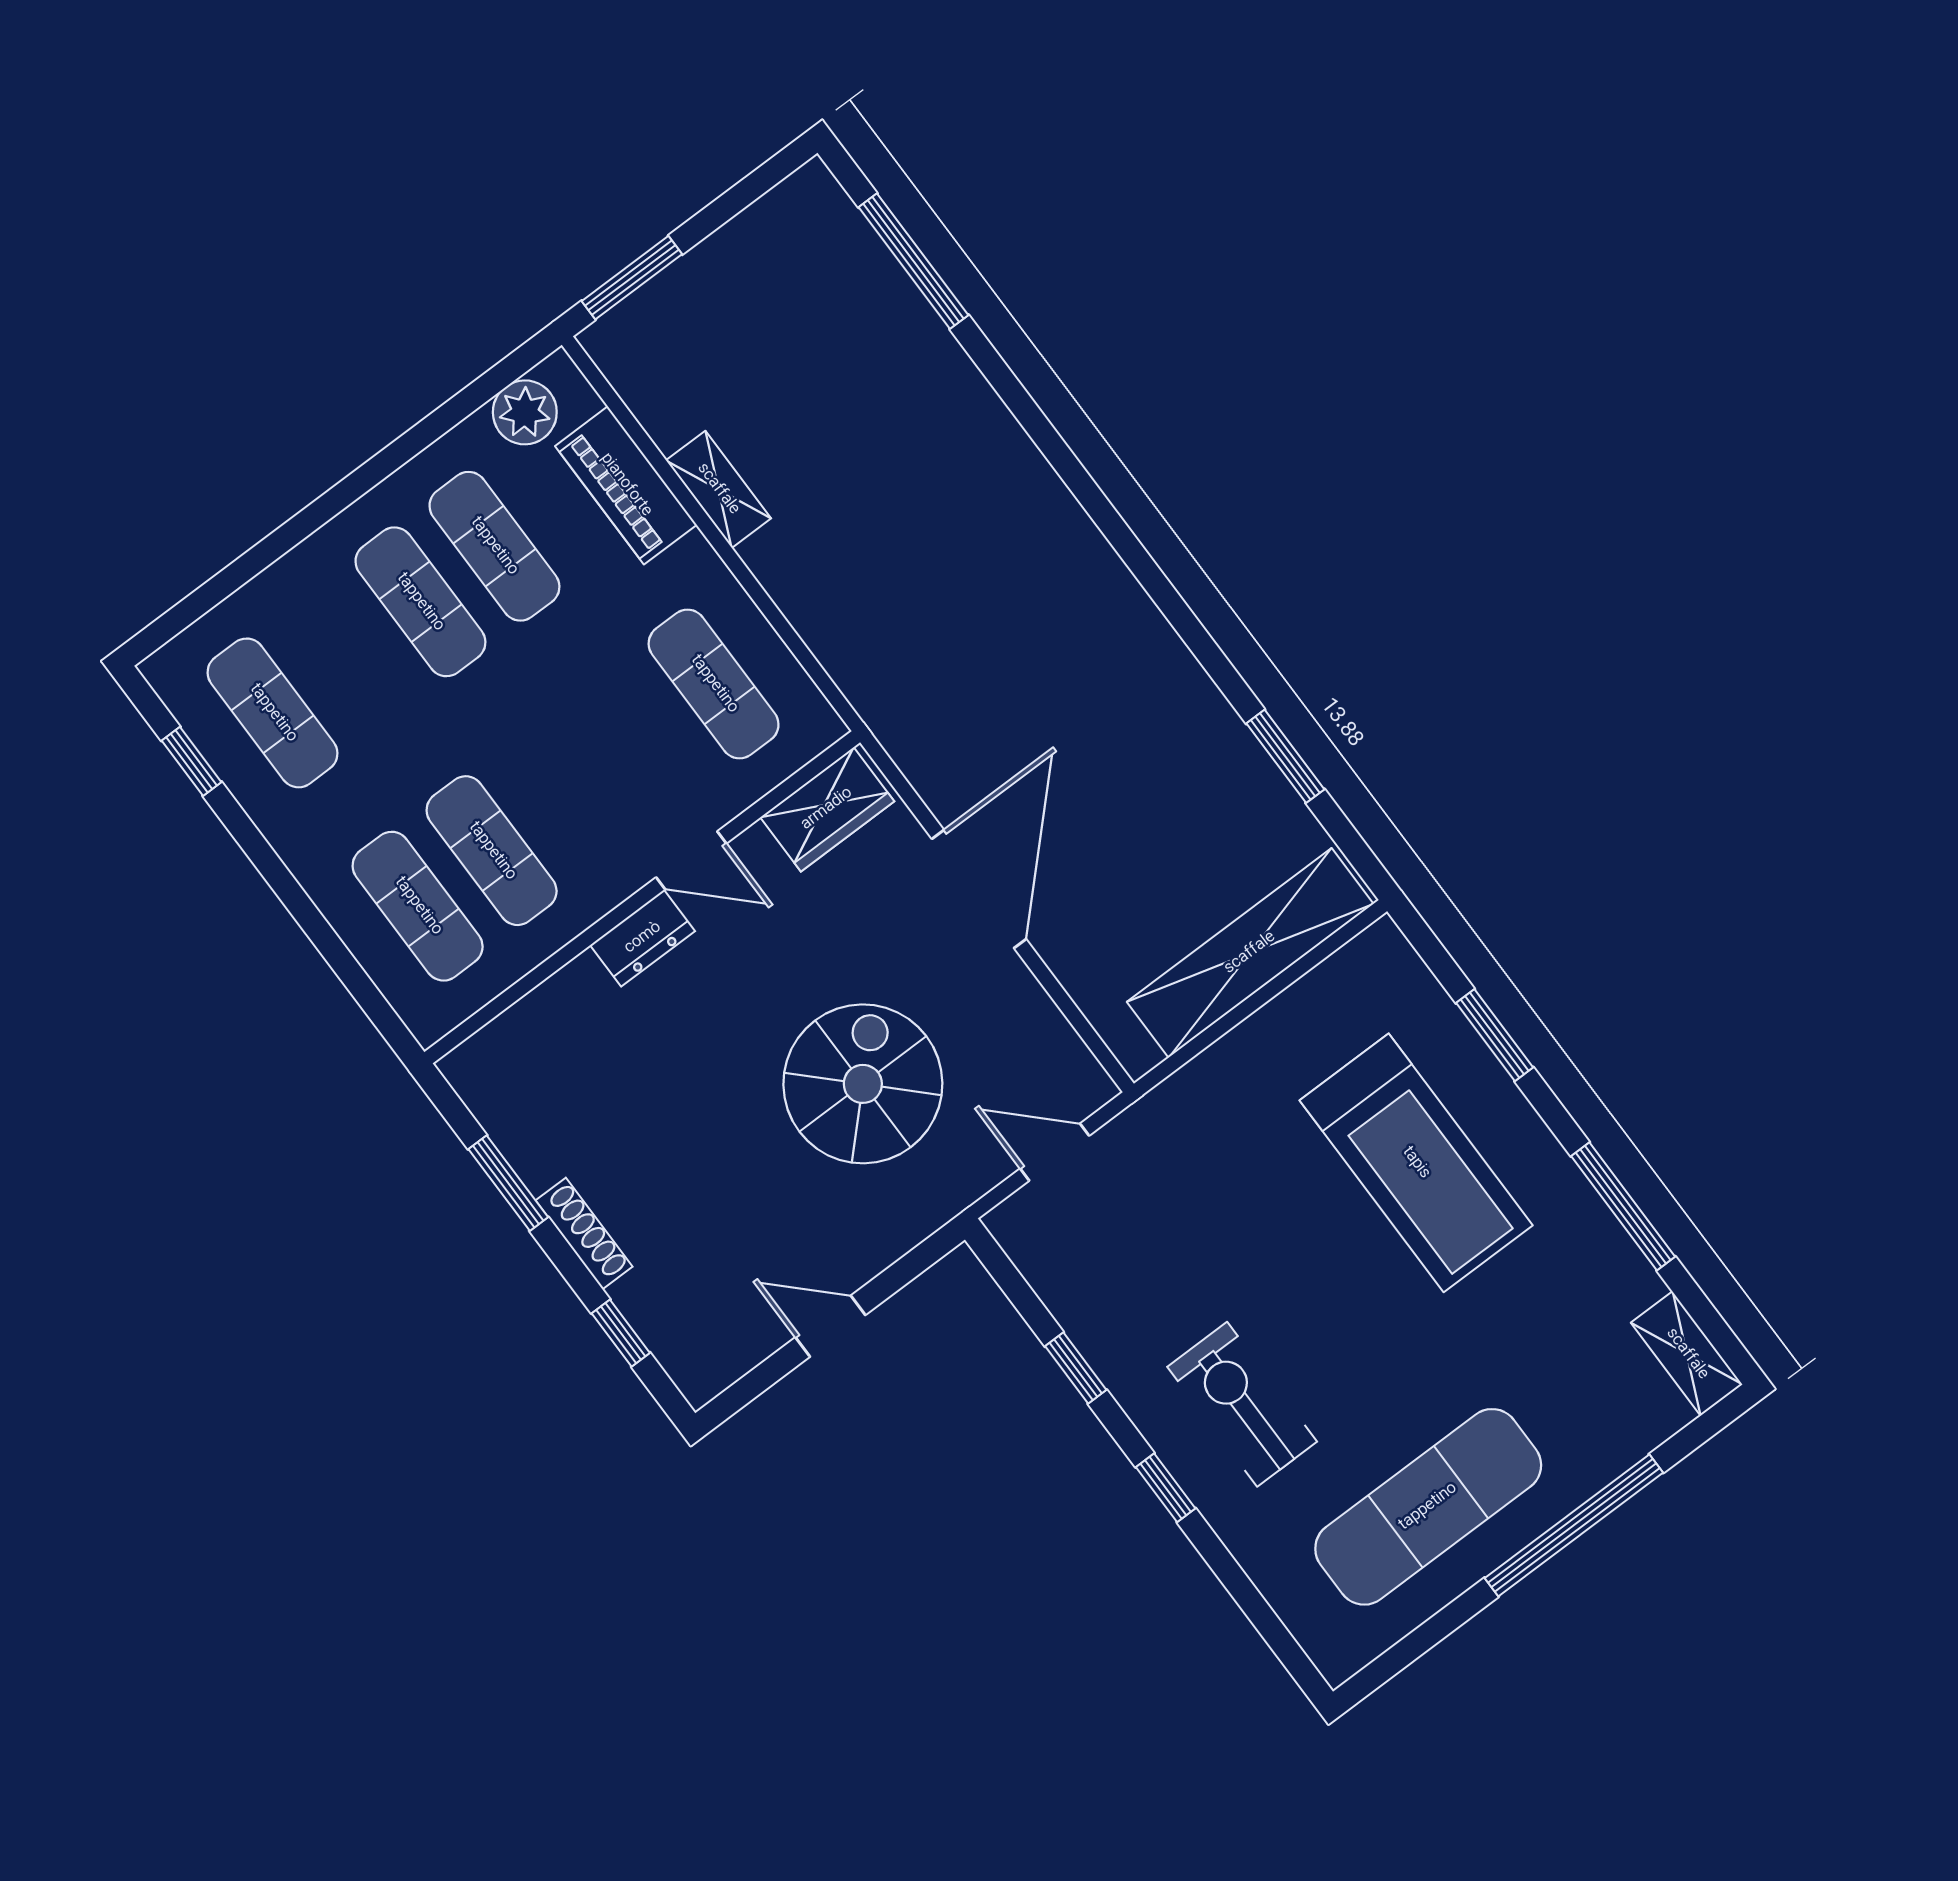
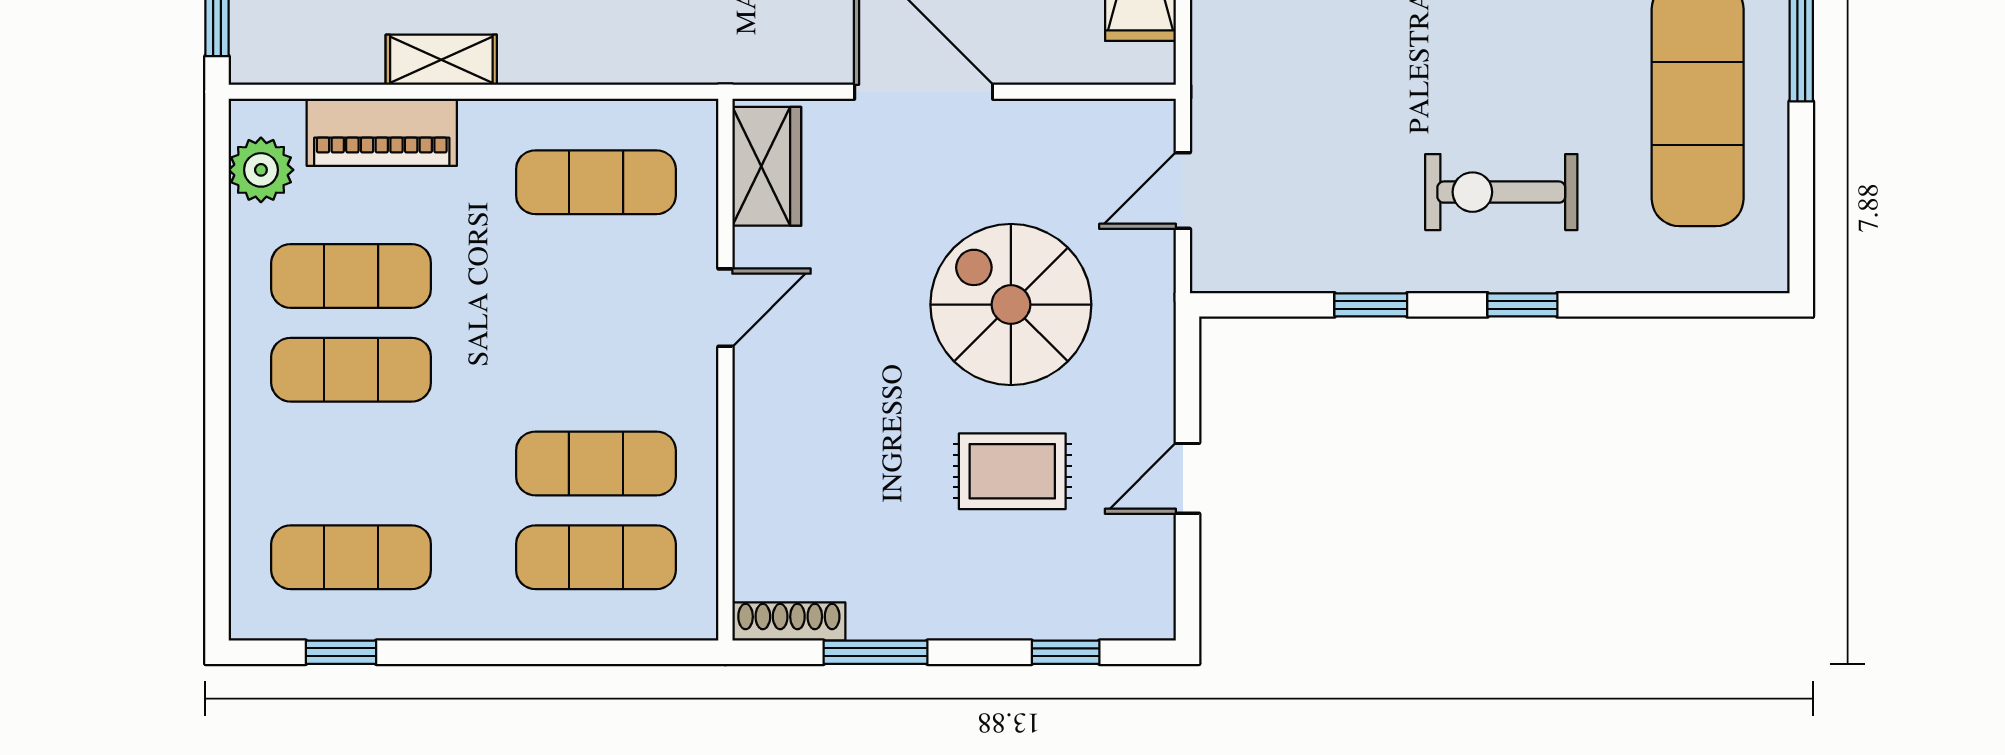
dresser: (643, 938) -> (759, 394), removed
rug: (732, 1184) -> (1012, 471), added
shoe rack: (584, 1234) -> (789, 622), moved

